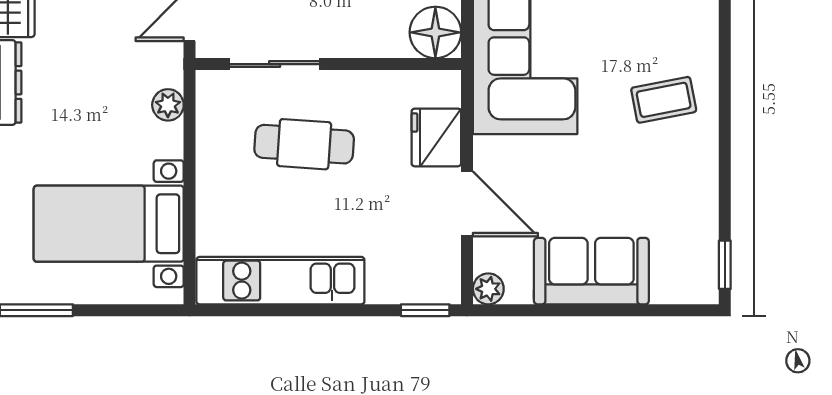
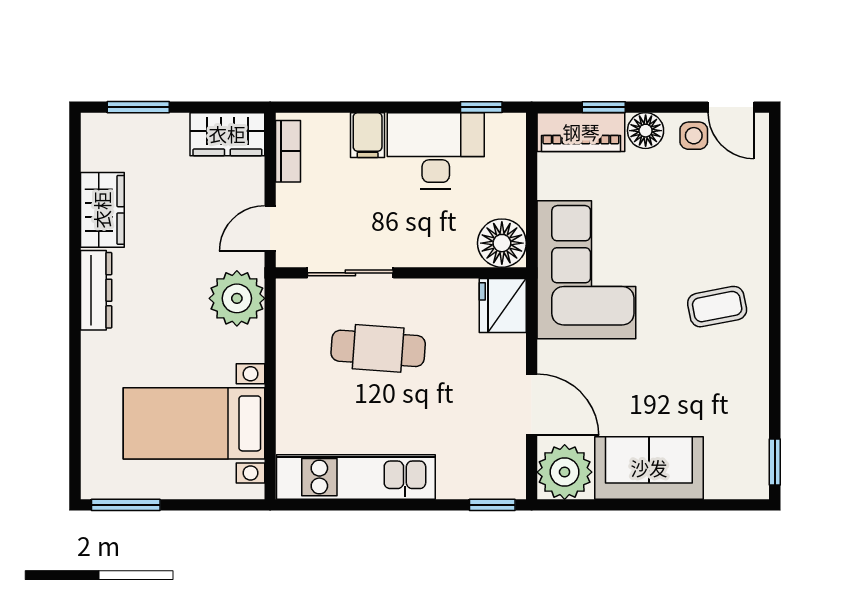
plant: (168, 105) -> (237, 298), width x1.87, depth x1.87
fridge: (436, 137) -> (503, 306), moved
plant: (488, 289) -> (565, 472), width x1.87, depth x1.87

